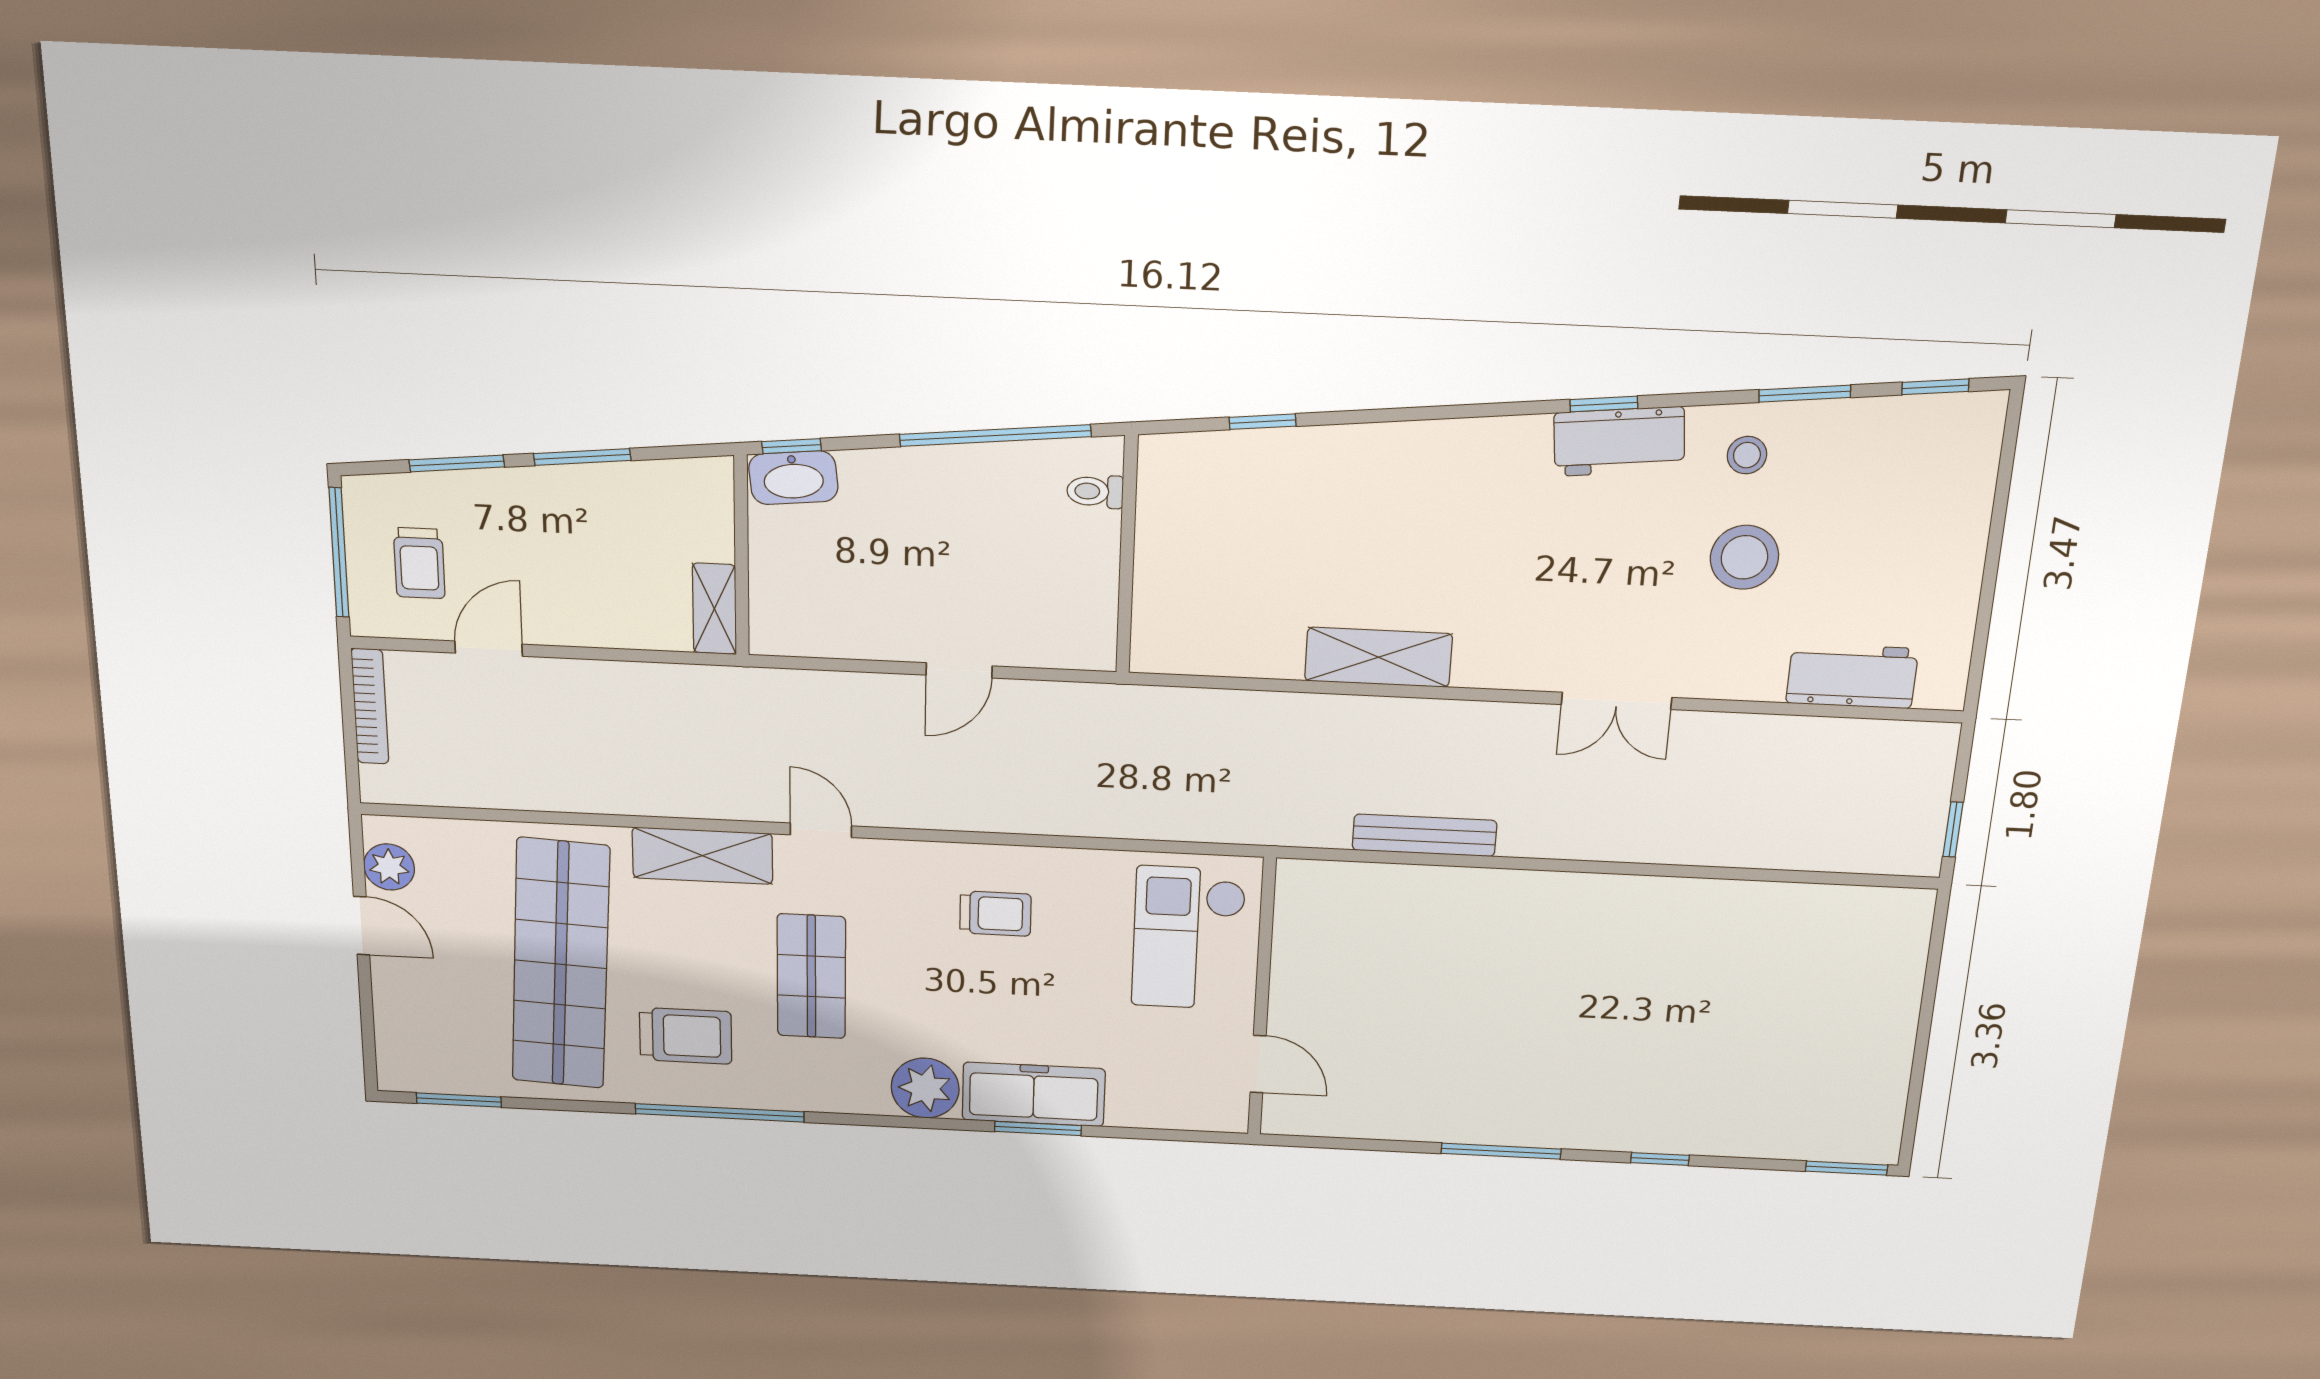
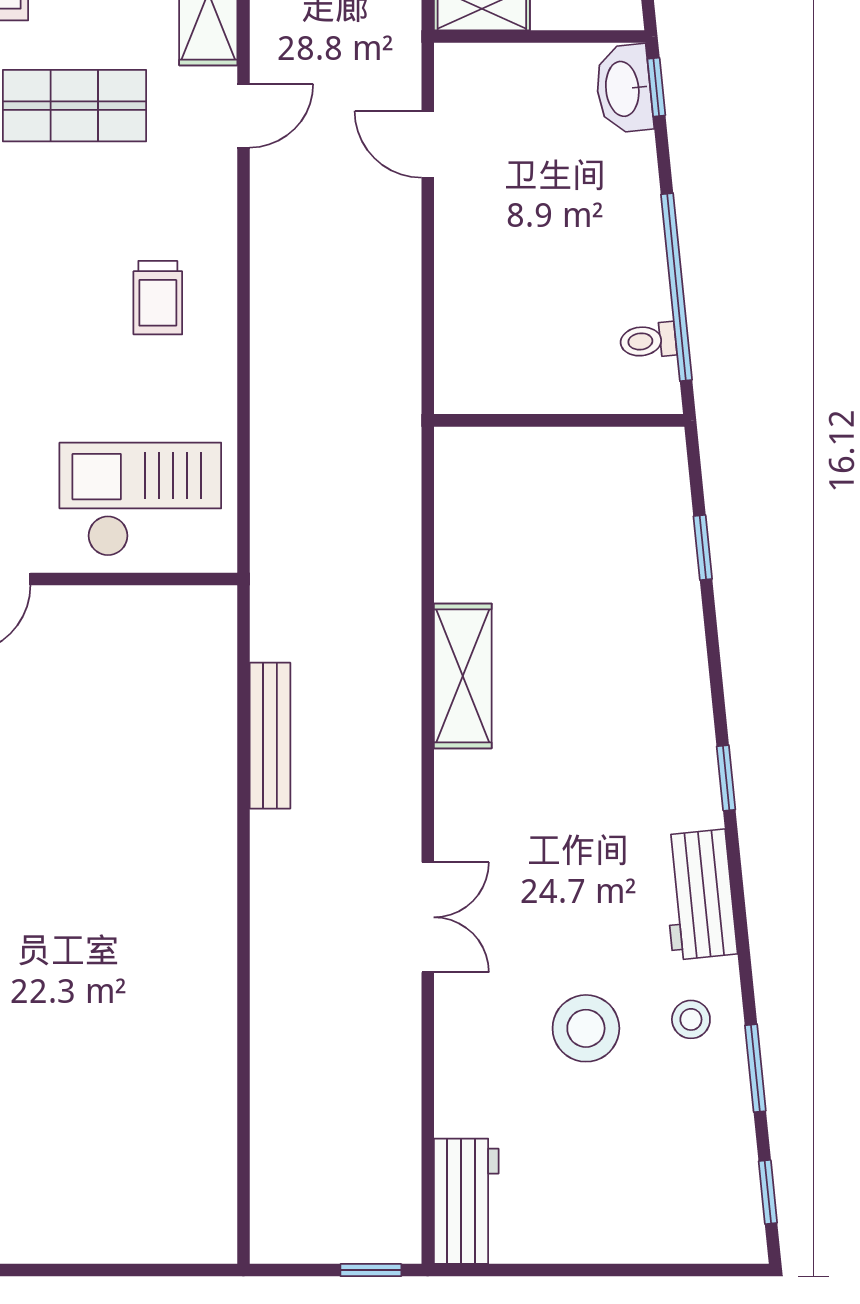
window: (1604, 404) -> (726, 778), moved
toilet: (1095, 491) -> (648, 341), moved, turned -96
door: (959, 670) -> (428, 144), moved
workbench: (1852, 676) -> (466, 1201), moved
double door: (1617, 701) -> (428, 917), swing flipped
window: (1953, 829) -> (371, 1270), moved

